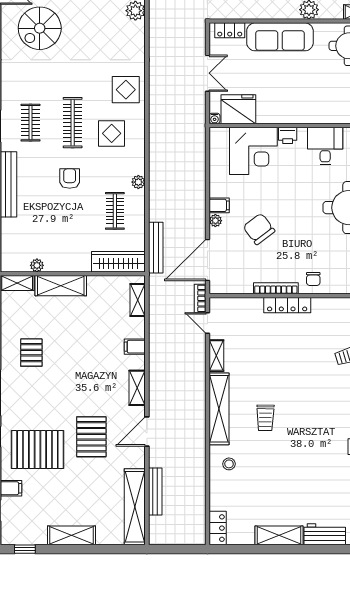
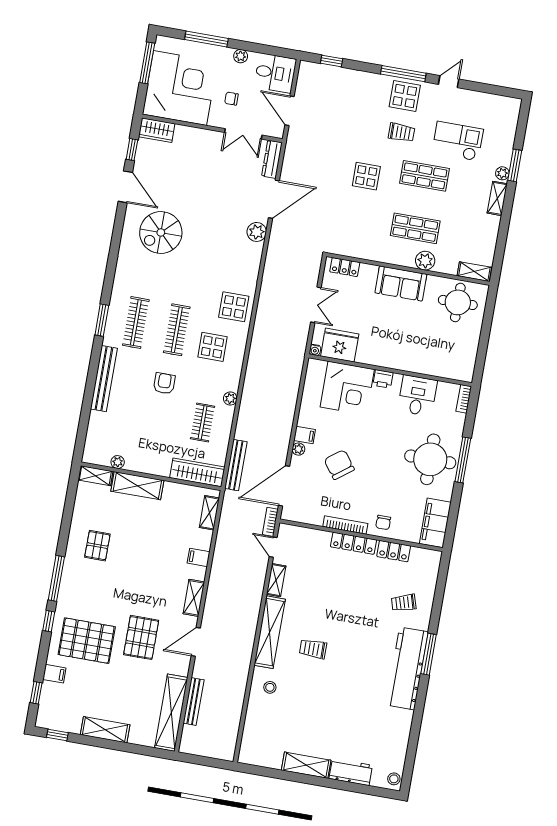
sofa: (280, 37) -> (401, 283), width x0.73
clothes rail: (31, 123) -> (136, 323), width x1.36
trolley: (265, 418) -> (313, 649), turned 89
locker: (218, 528) -> (394, 551), moved, turned 90

